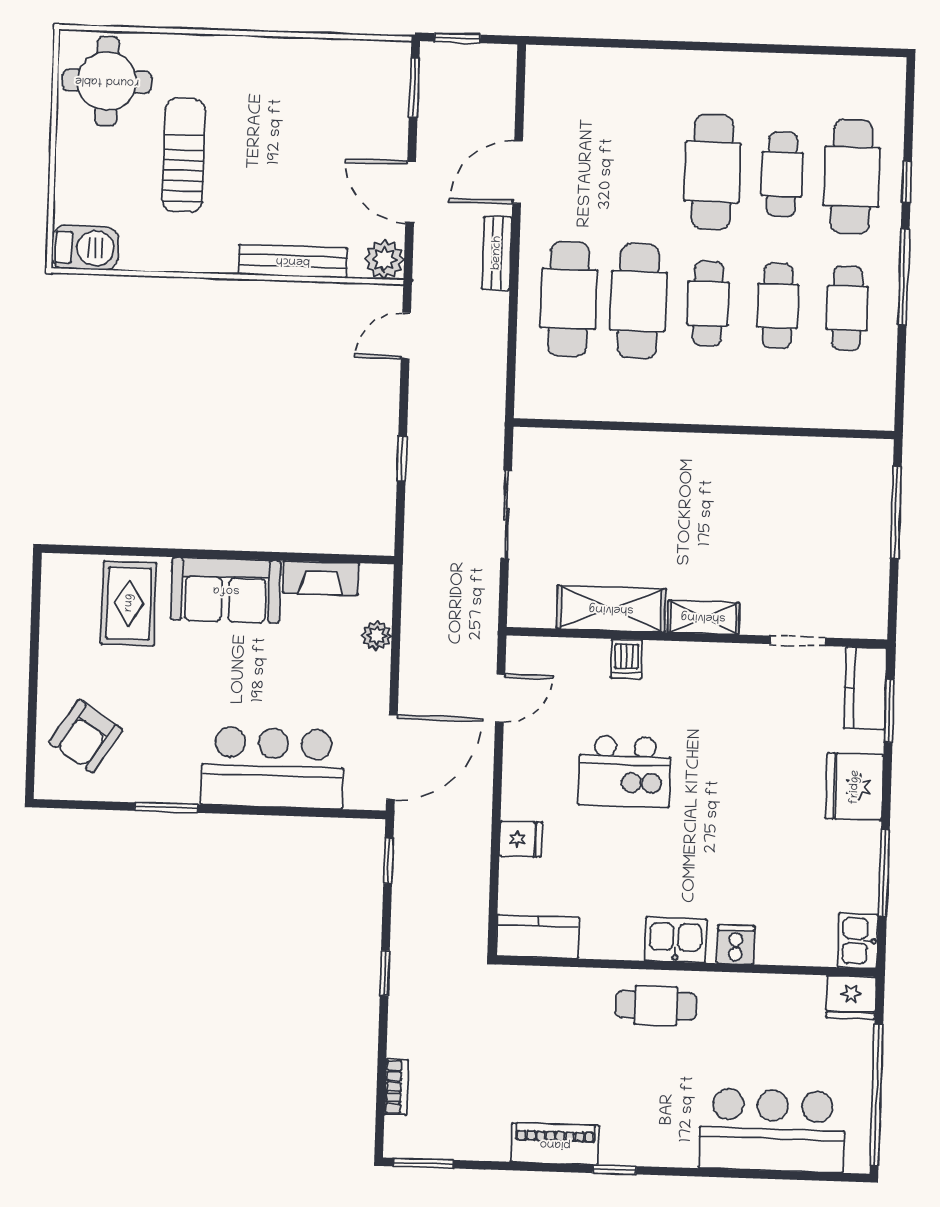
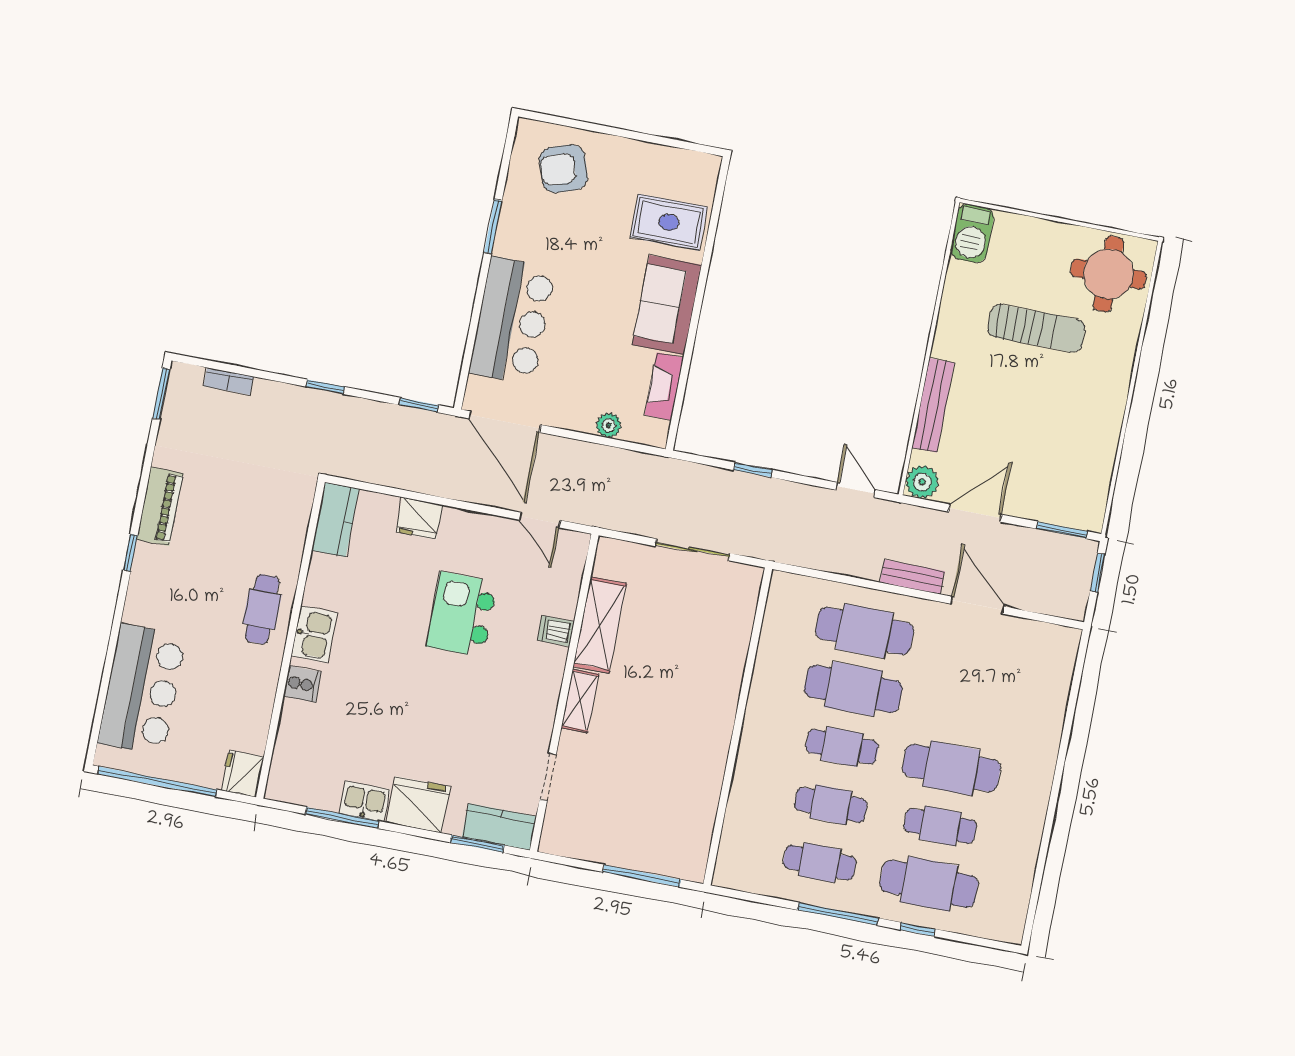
armchair: (86, 736) -> (563, 169), turned -52
fridge: (521, 839) -> (419, 518), width x1.38
kitchen sink: (858, 941) -> (365, 801), moved

